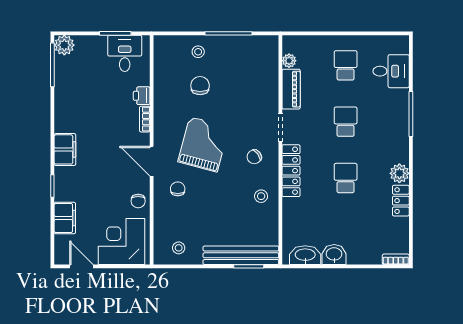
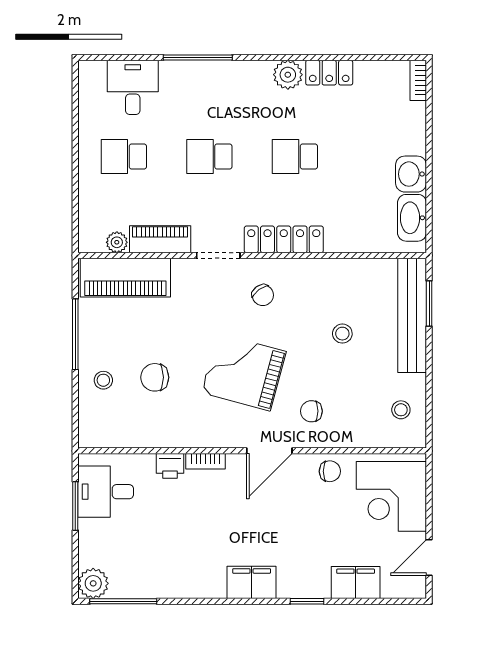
piano: (266, 66) -> (125, 278), added
stool: (261, 196) -> (342, 334), moved

